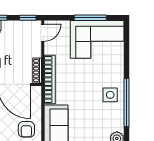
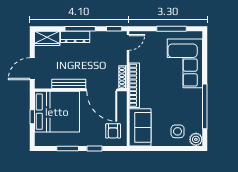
corner sofa: (97, 39) -> (185, 63), moved, turned 90
side table: (110, 95) -> (178, 131), moved

